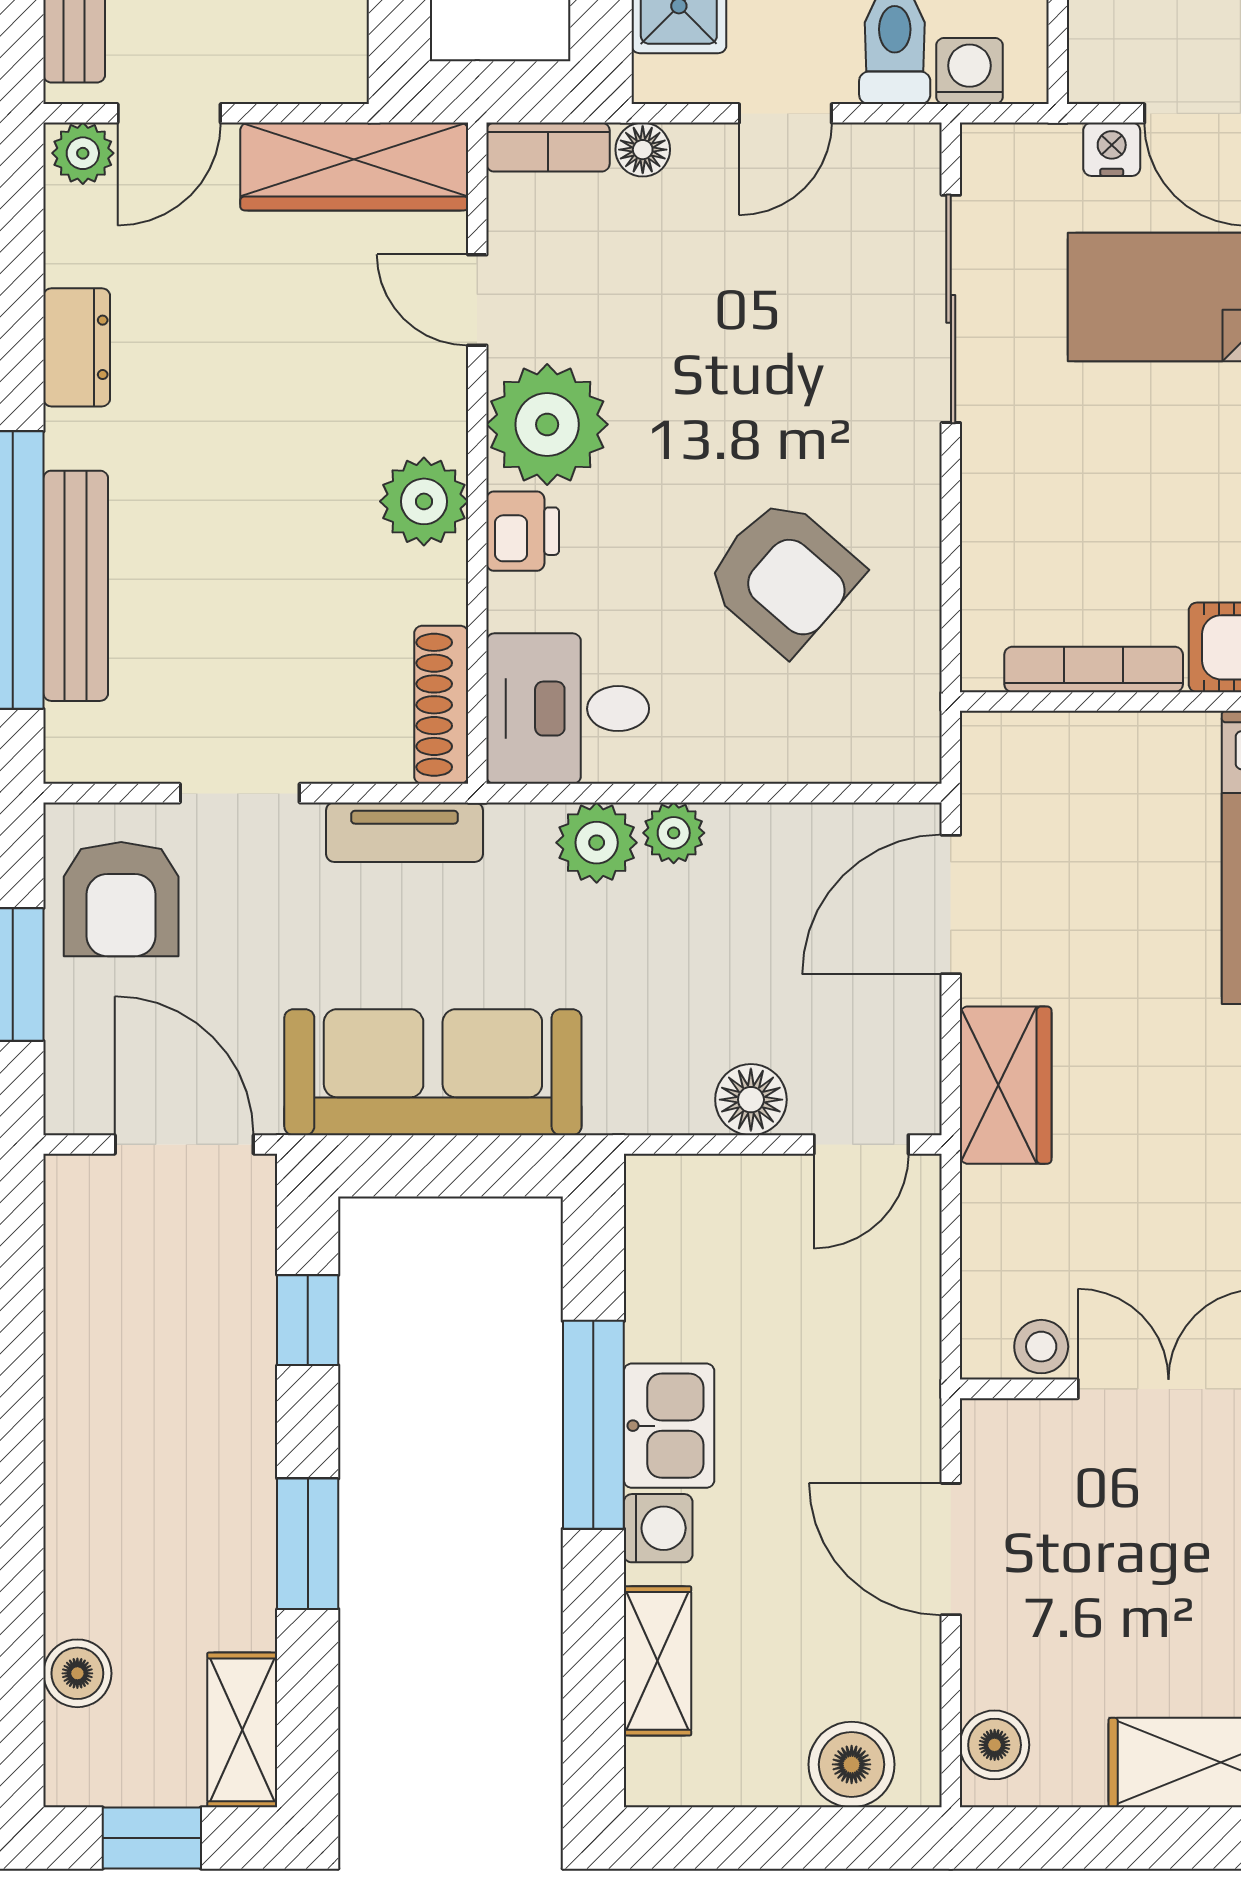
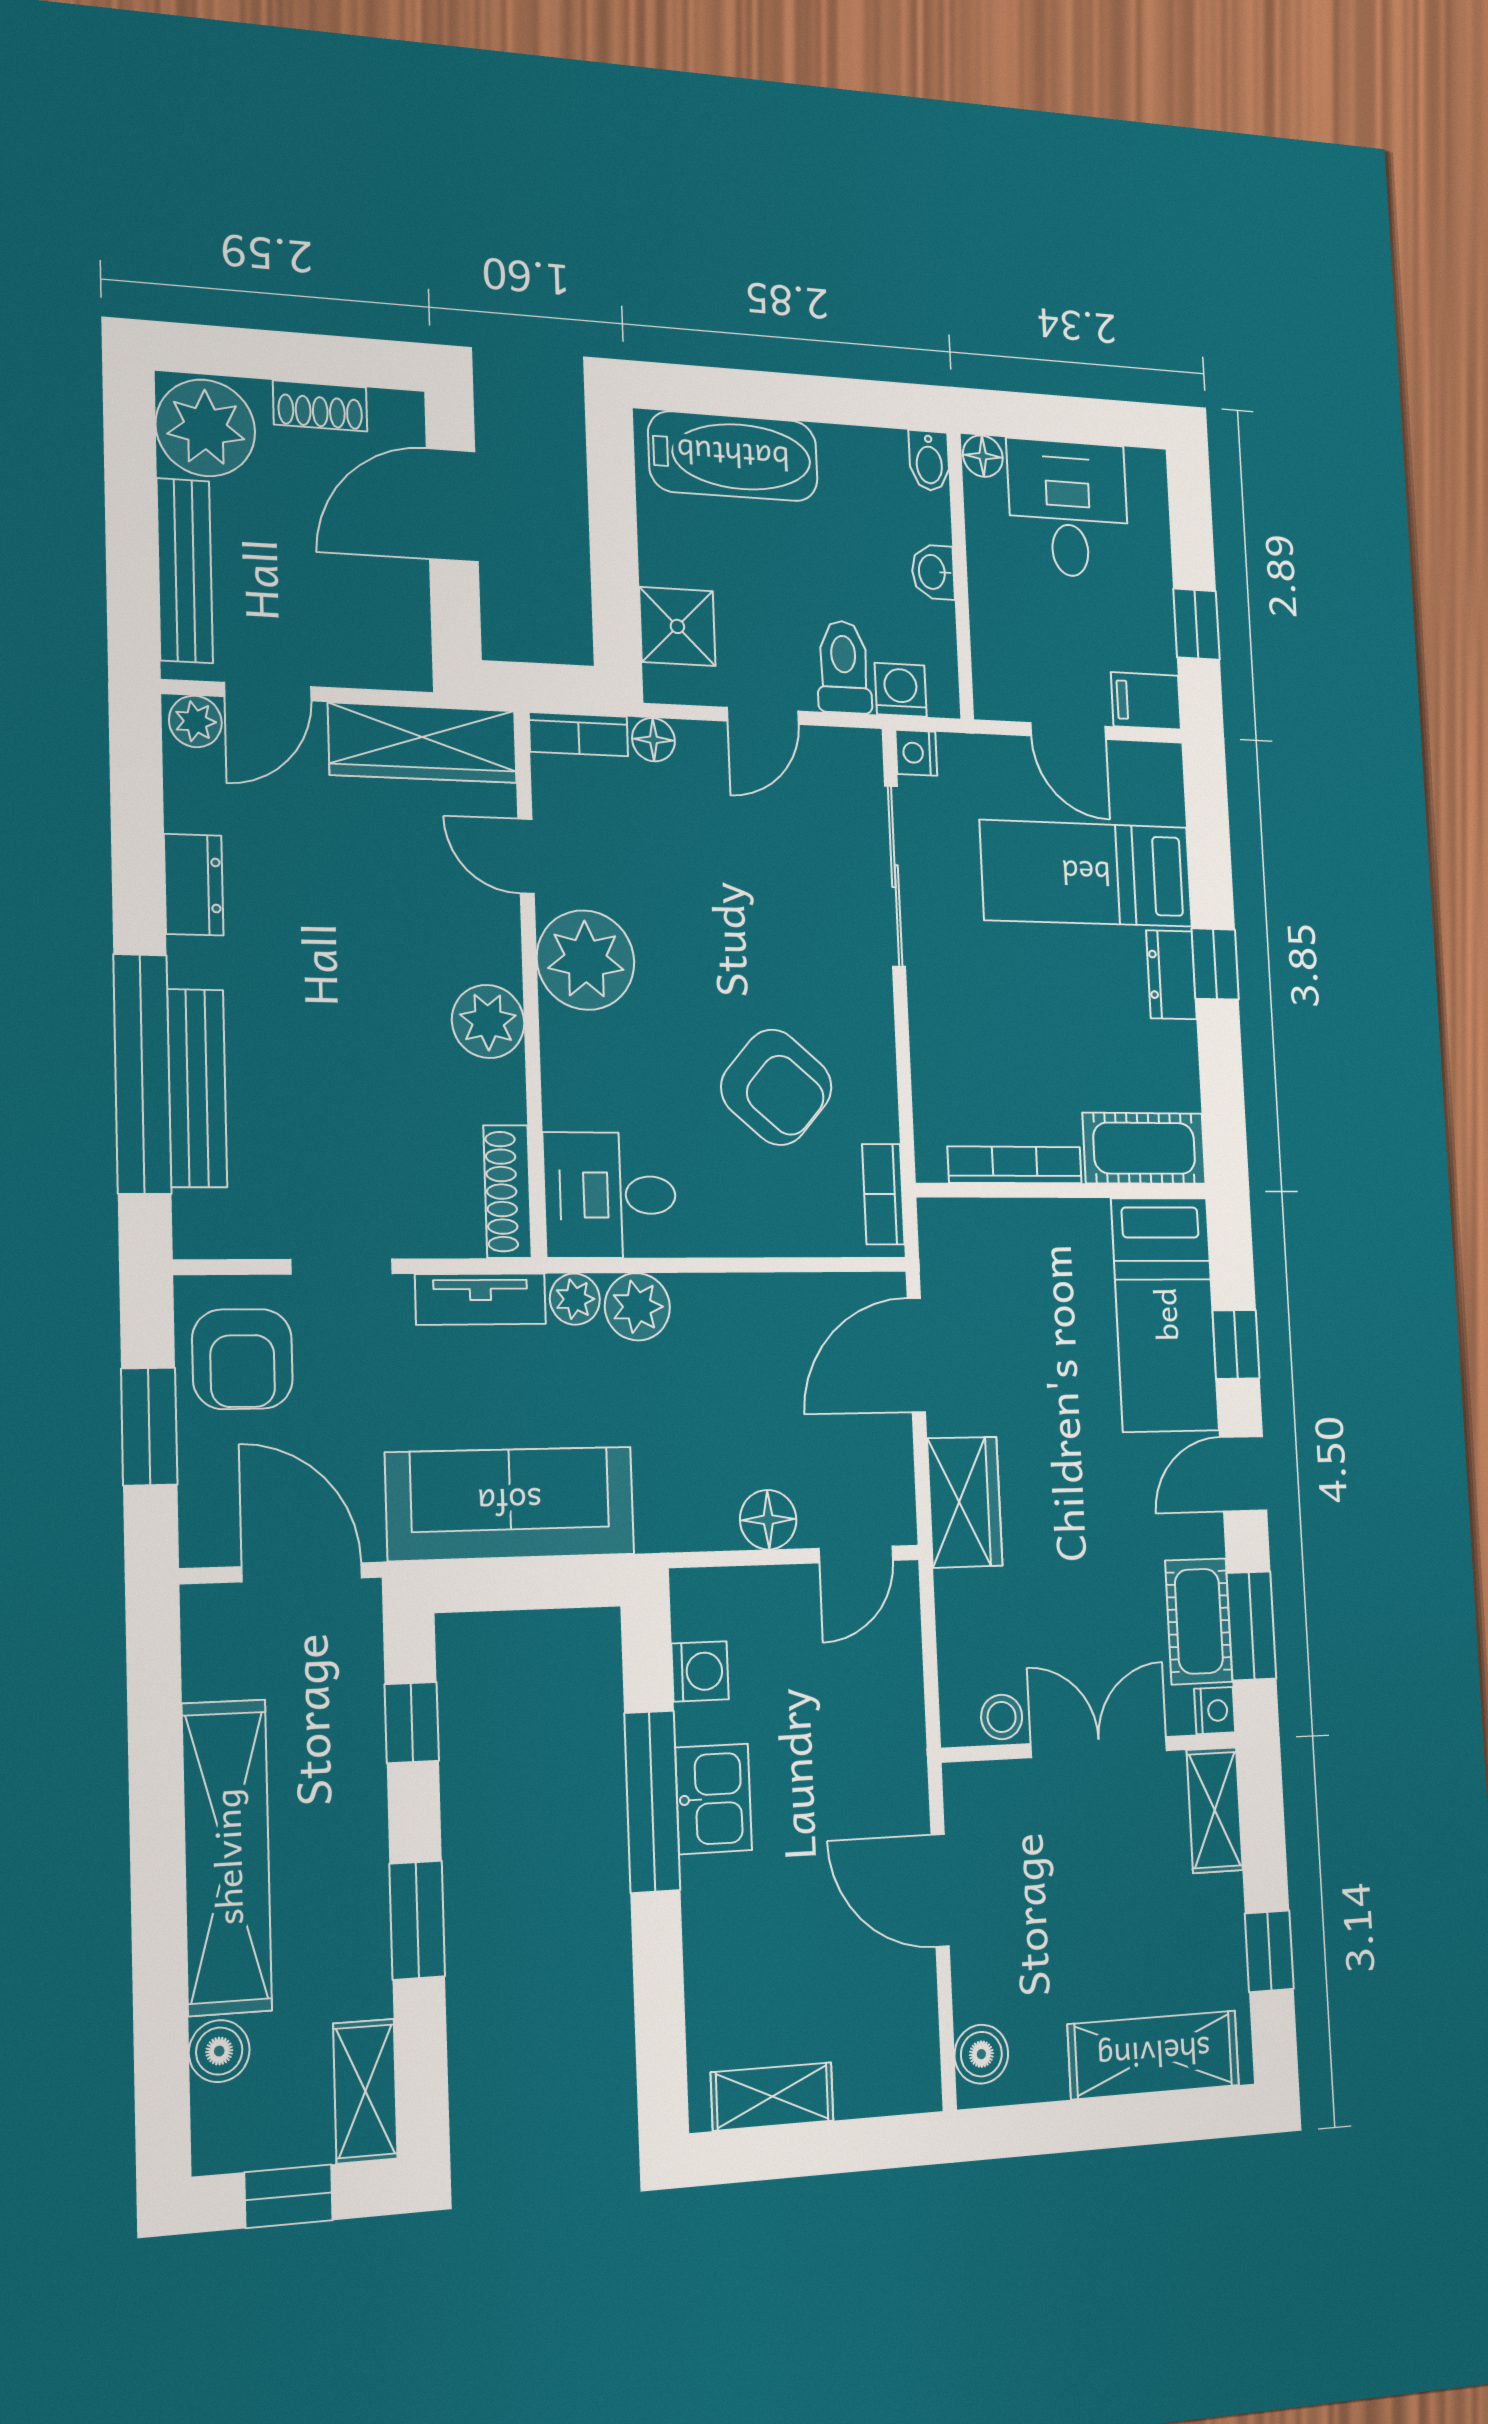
nightstand: (1112, 149) -> (916, 753), moved, turned -90
printer: (523, 531) -> (569, 1048), removed
bookcase: (917, 707) -> (883, 1194), added
plant: (674, 833) -> (575, 1299), moved
shelving: (91, 1460) -> (227, 1857), added
washing machine: (658, 1528) -> (700, 1671), moved
shelving: (658, 1661) -> (772, 2097), moved, turned 90
boiler: (852, 1764) -> (871, 2080), removed

